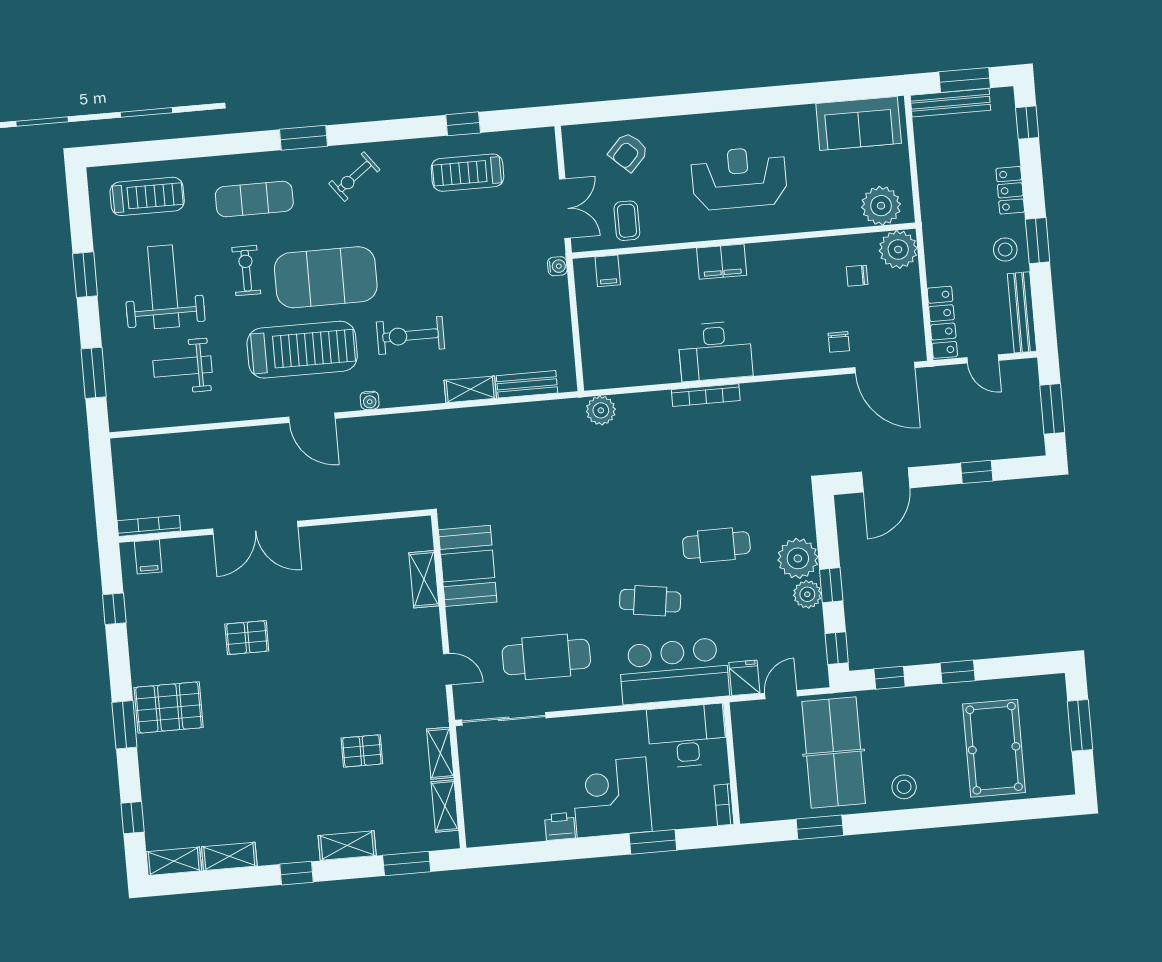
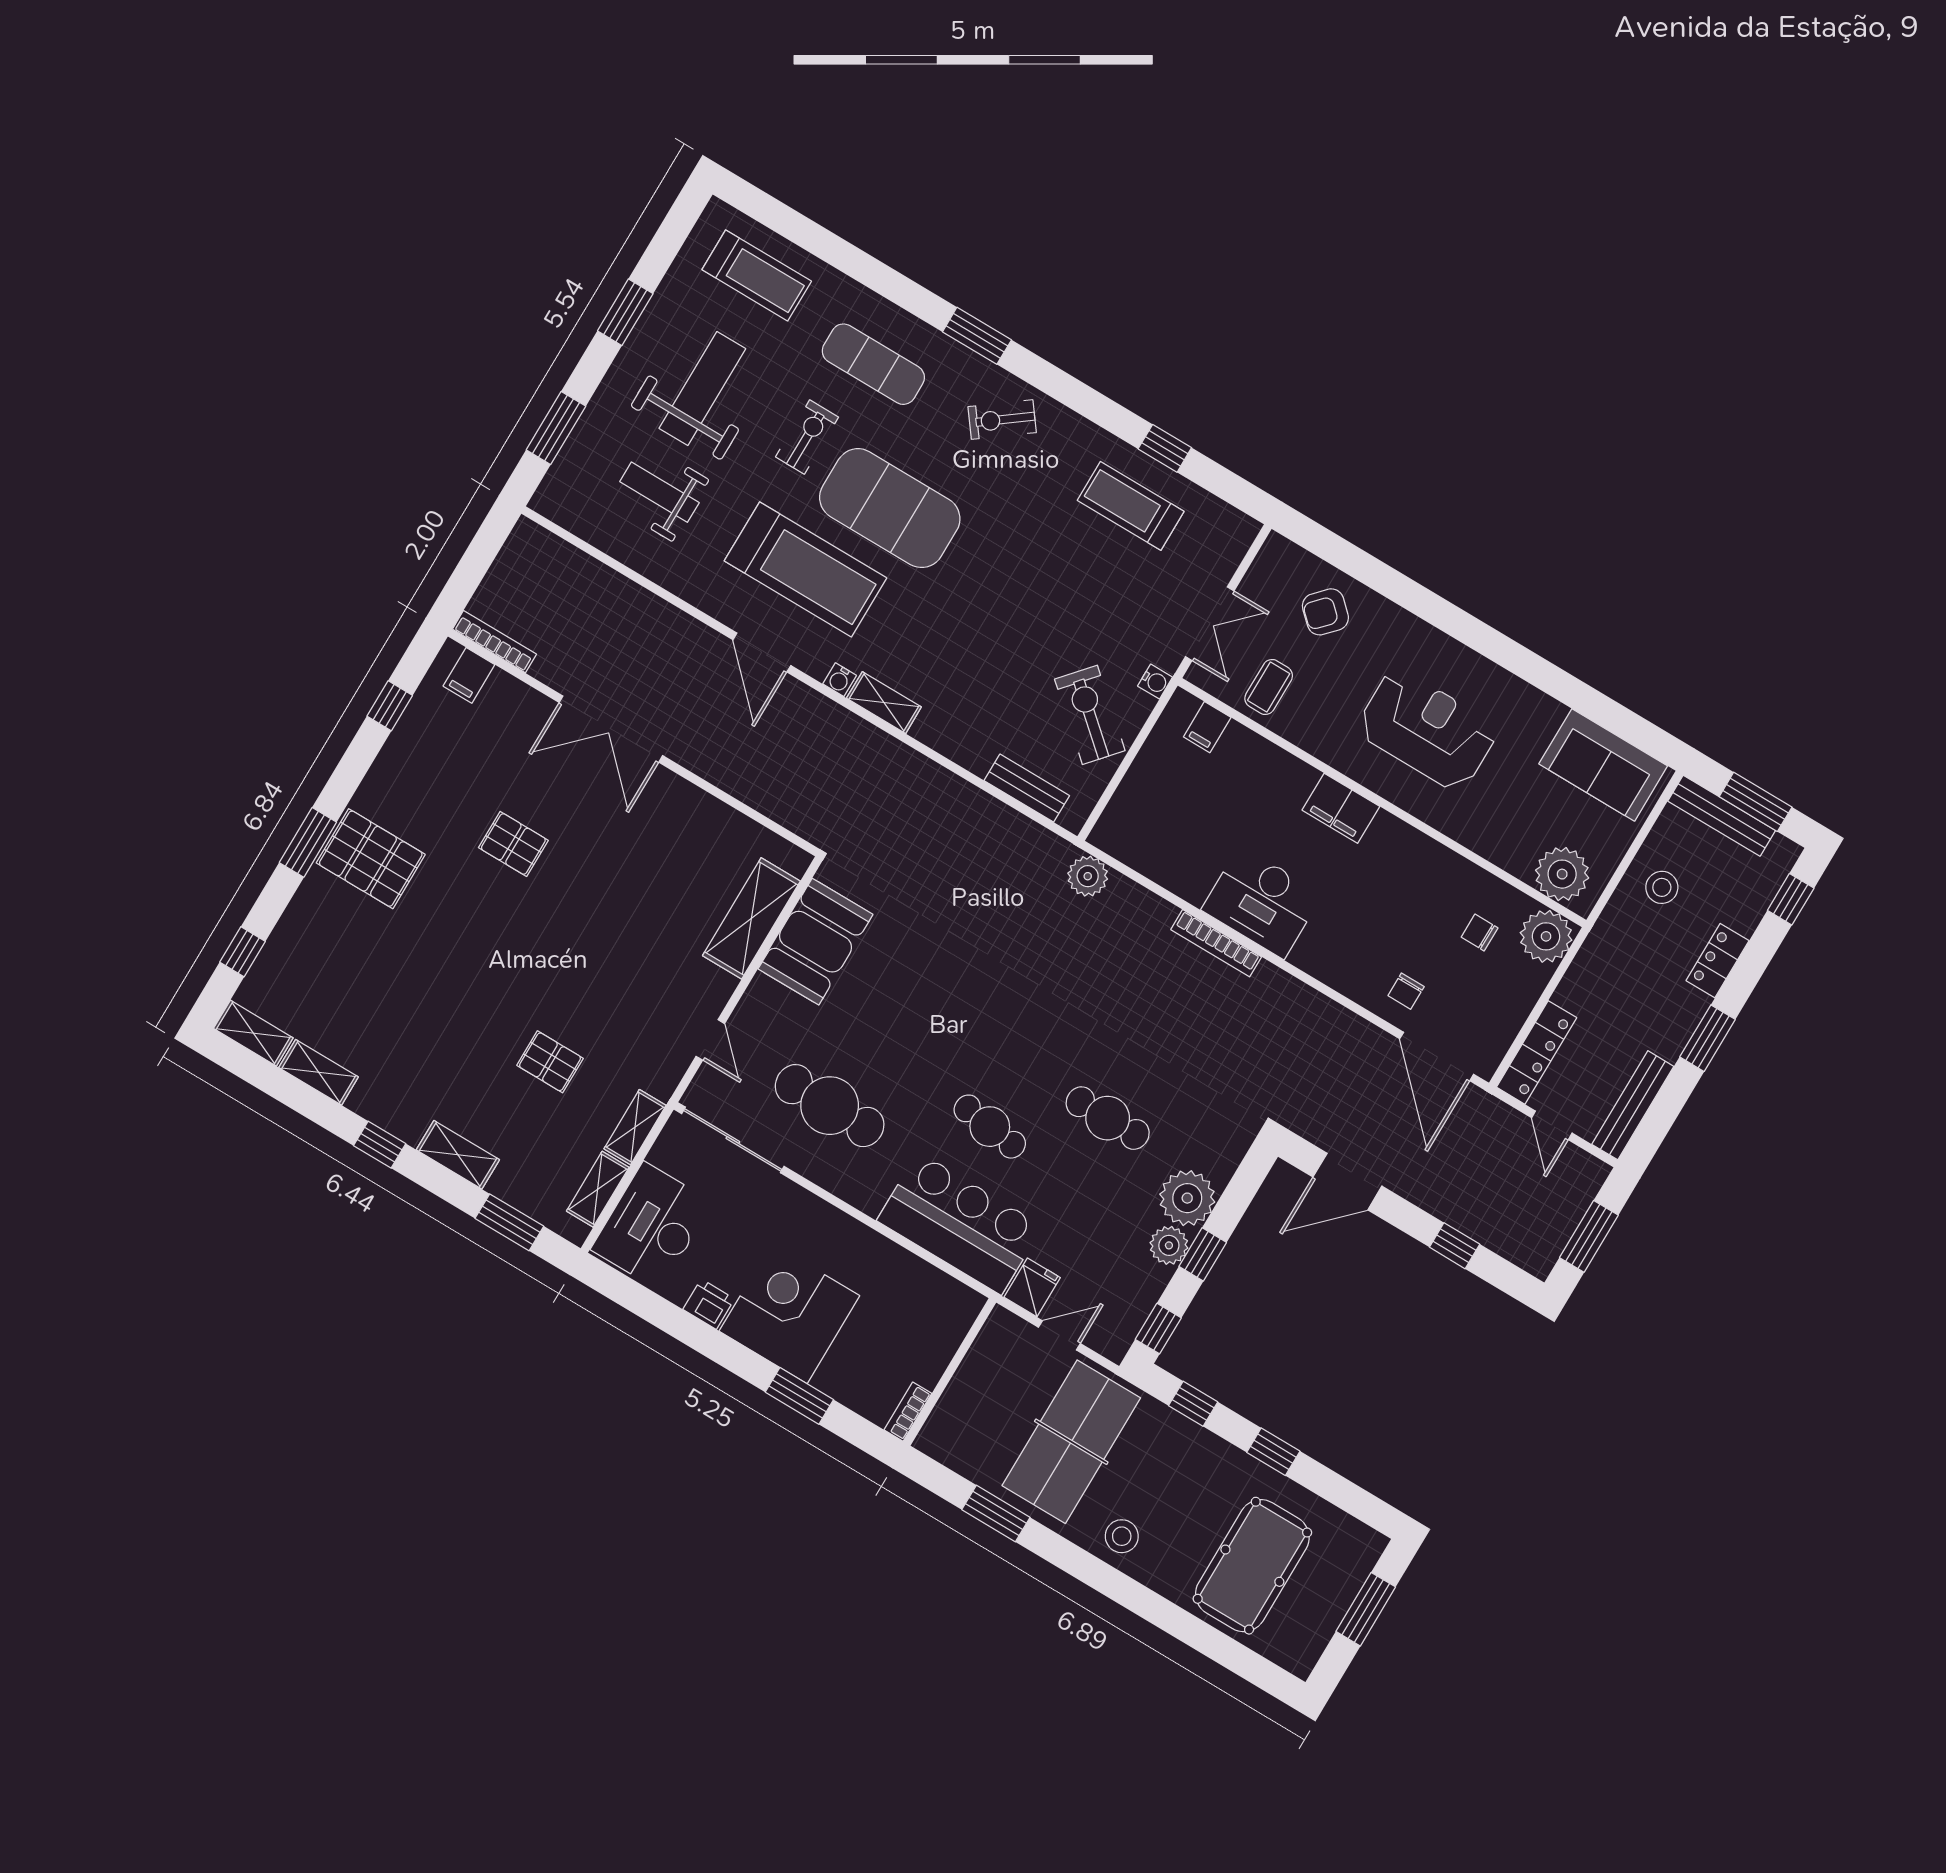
stool: (1005, 250) -> (1662, 887), moved
exercise bike: (410, 335) -> (1090, 715), moved, turned 41
shelving: (470, 389) -> (884, 703), moved
shelving: (424, 579) -> (751, 918), width x1.50, depth x1.33
desk: (687, 736) -> (652, 1226), moved, turned -90

